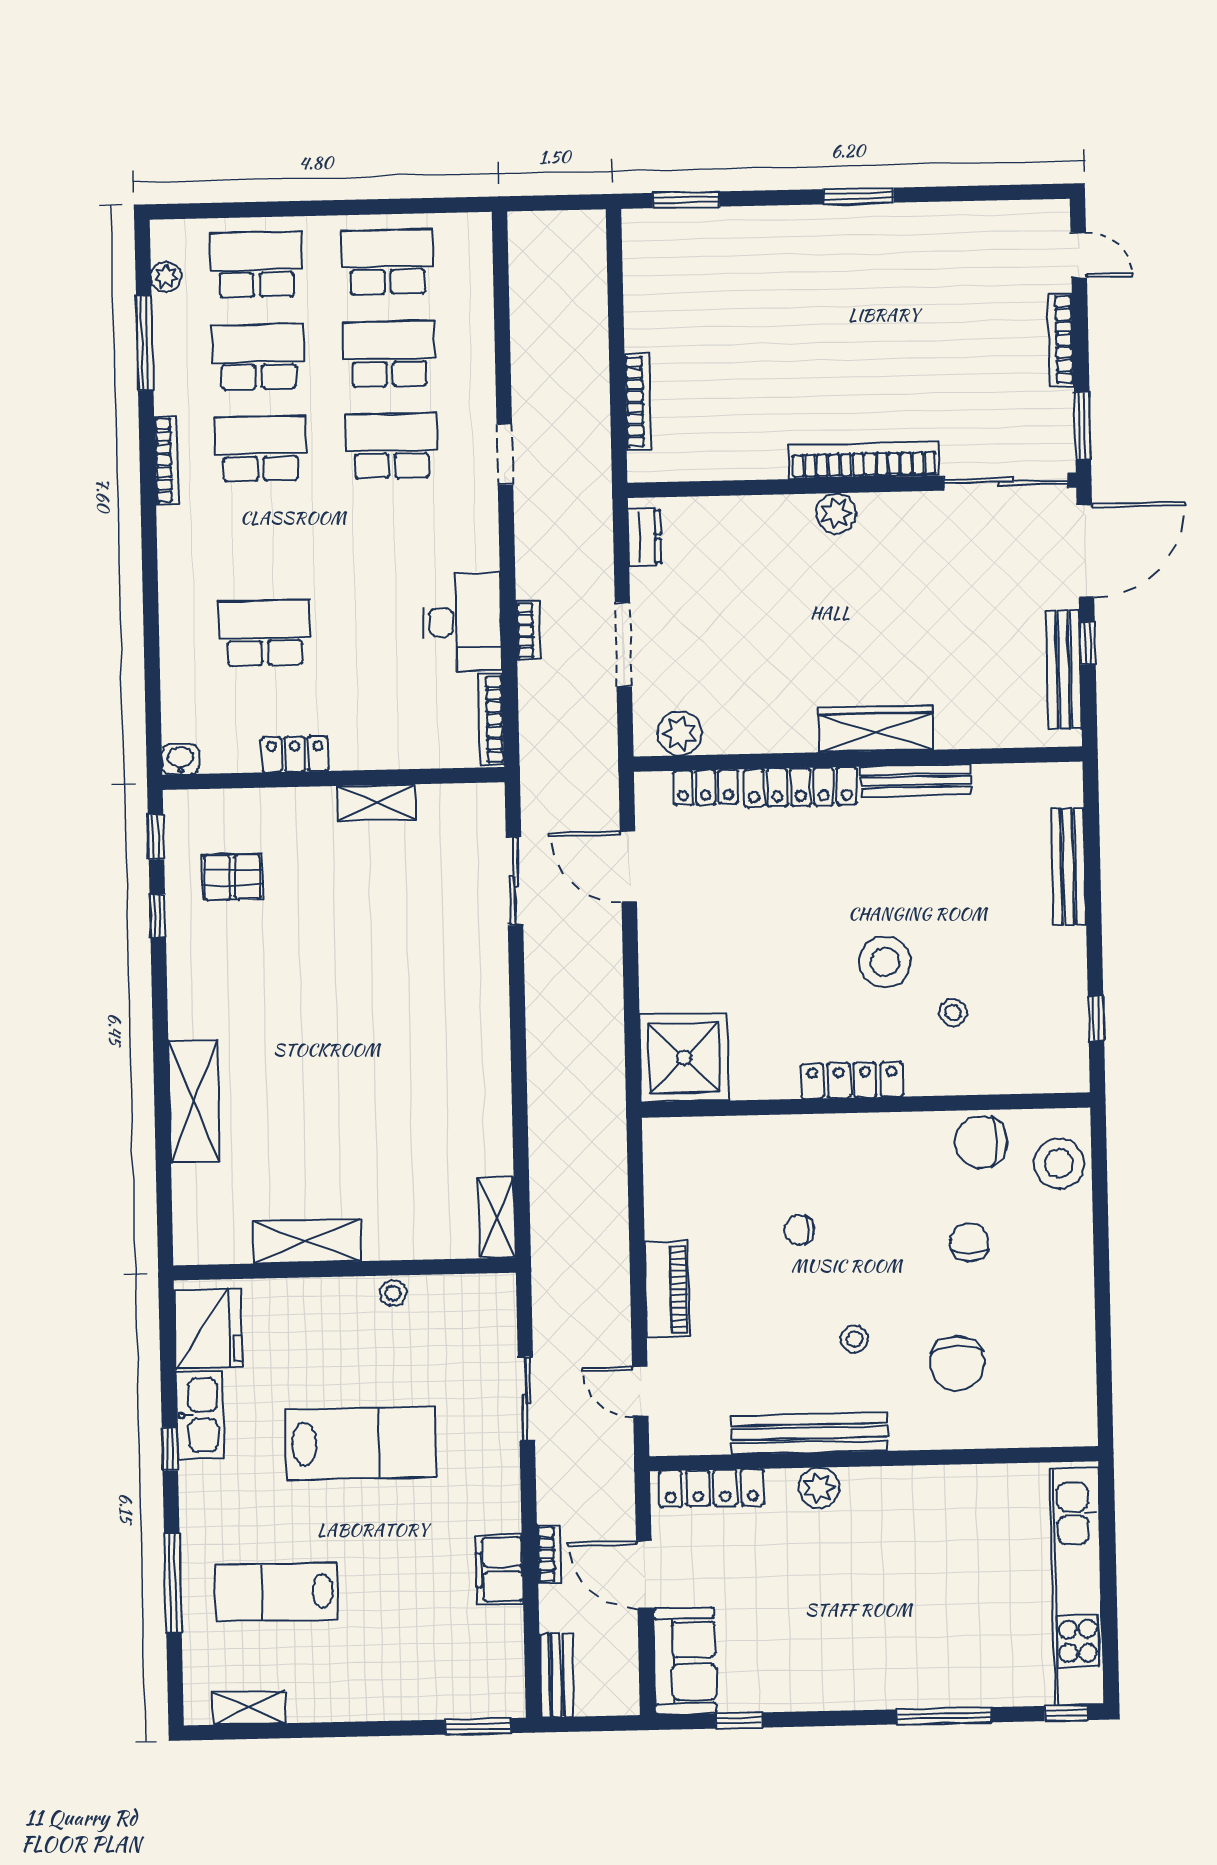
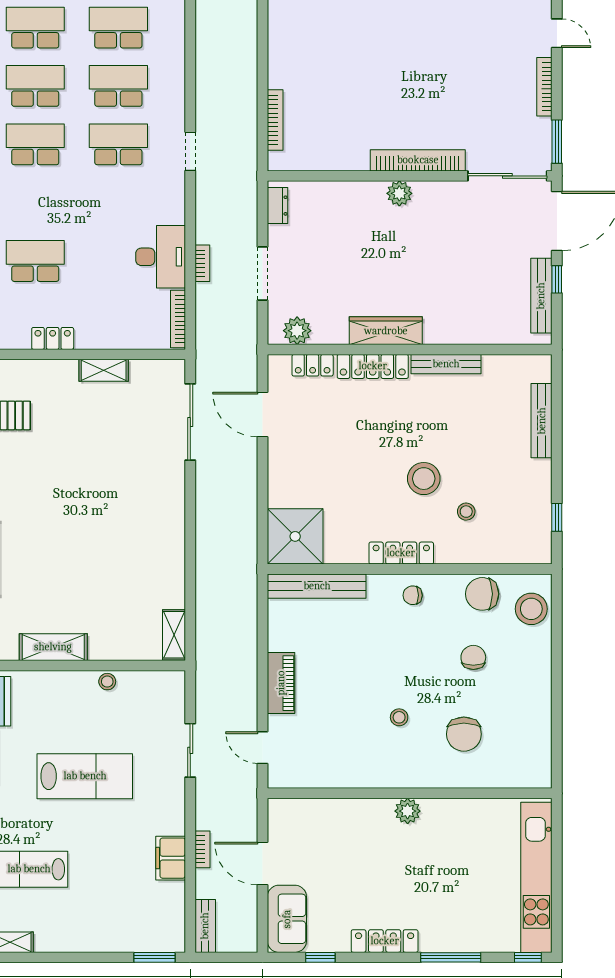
wardrobe: (876, 729) -> (386, 331), moved
sliding door: (515, 881) -> (190, 422), width x1.37
chair: (799, 1230) -> (413, 595), moved
bench: (809, 1433) -> (317, 586), moved
locker: (712, 1488) -> (385, 941), moved, turned 180
plant: (819, 1488) -> (408, 811), moved

